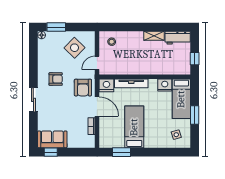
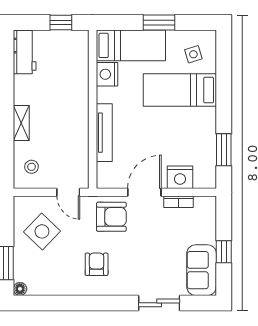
shelving: (154, 36) -> (21, 123), moved
nightstand: (106, 85) -> (180, 177), moved, turned -90
sliding door: (33, 100) -> (159, 303), moved
bed: (134, 127) -> (180, 90), moved
window: (51, 152) -> (224, 252), moved

